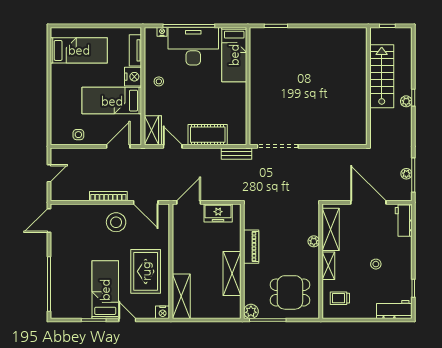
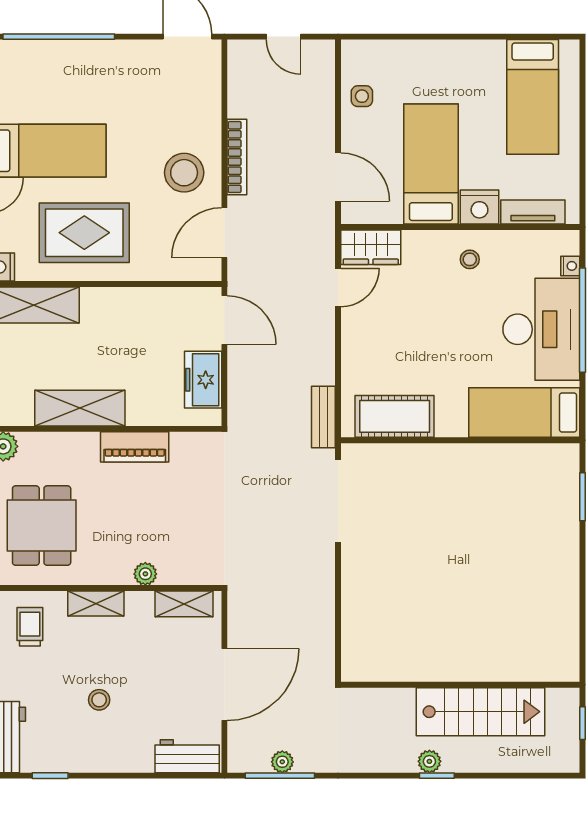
cot: (208, 135) -> (395, 416), moved, turned 90
shelving: (331, 229) -> (184, 604), width x0.67, depth x0.75

